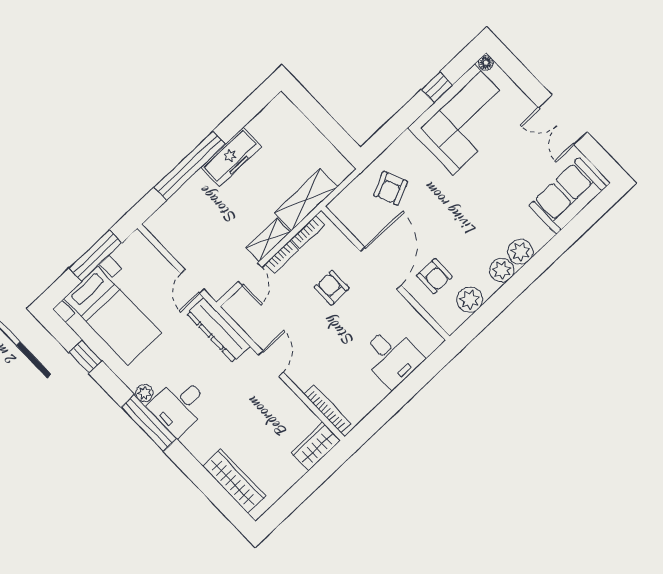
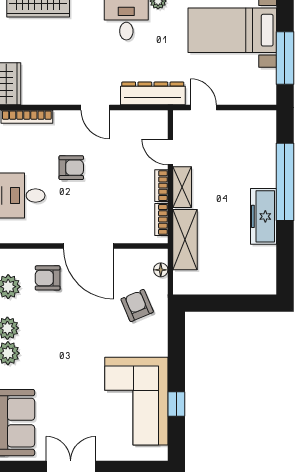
floor lamp: (486, 63) -> (161, 270), moved
armchair: (332, 288) -> (71, 168), moved

